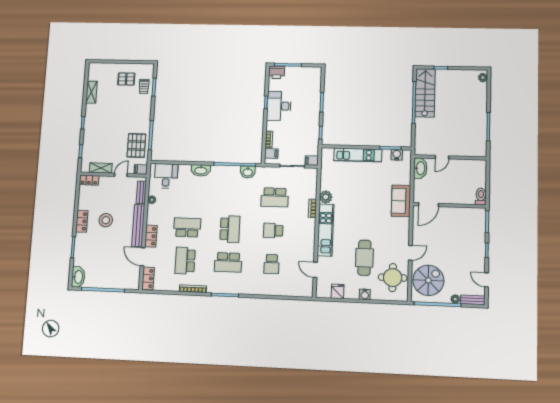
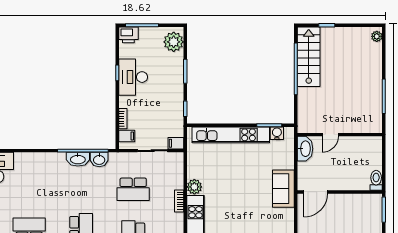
plant: (313, 79) -> (174, 42), added
kitchen unit: (358, 155) -> (231, 135), width x1.36
washbasin: (201, 170) -> (78, 159), moved

